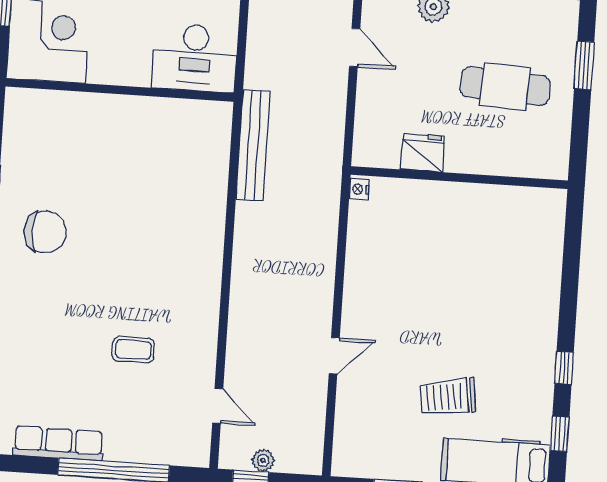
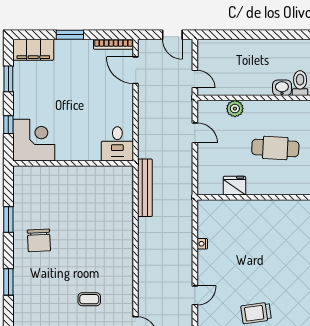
desk: (195, 58) -> (117, 144), width x0.73
nightstand: (359, 189) -> (202, 244), moved
chair: (45, 232) -> (39, 240), turned 87

